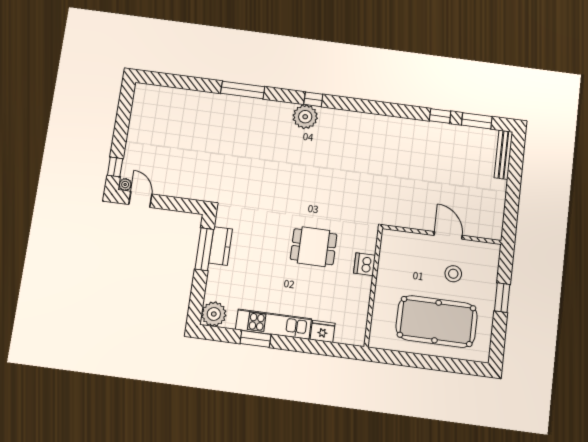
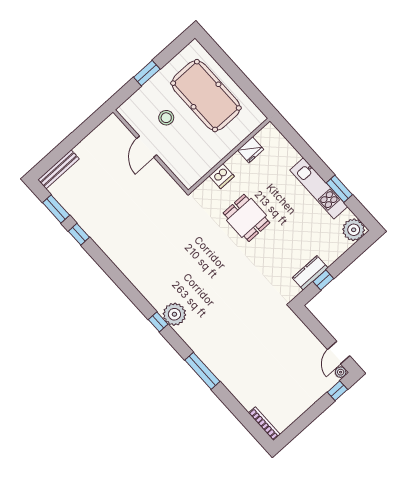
bookcase: (154, 90) -> (264, 424), added
window: (204, 249) -> (323, 280), width x0.46
fridge: (323, 331) -> (251, 150), moved, turned -90

